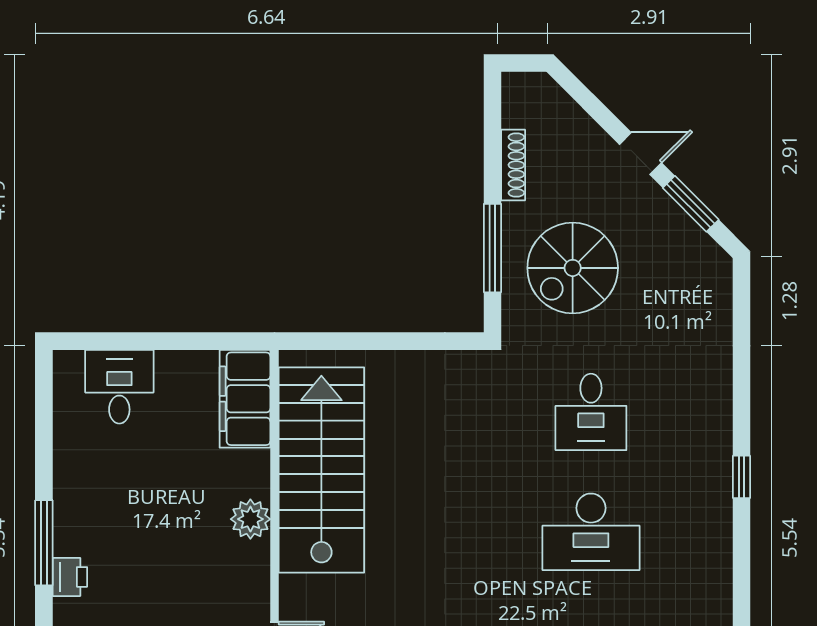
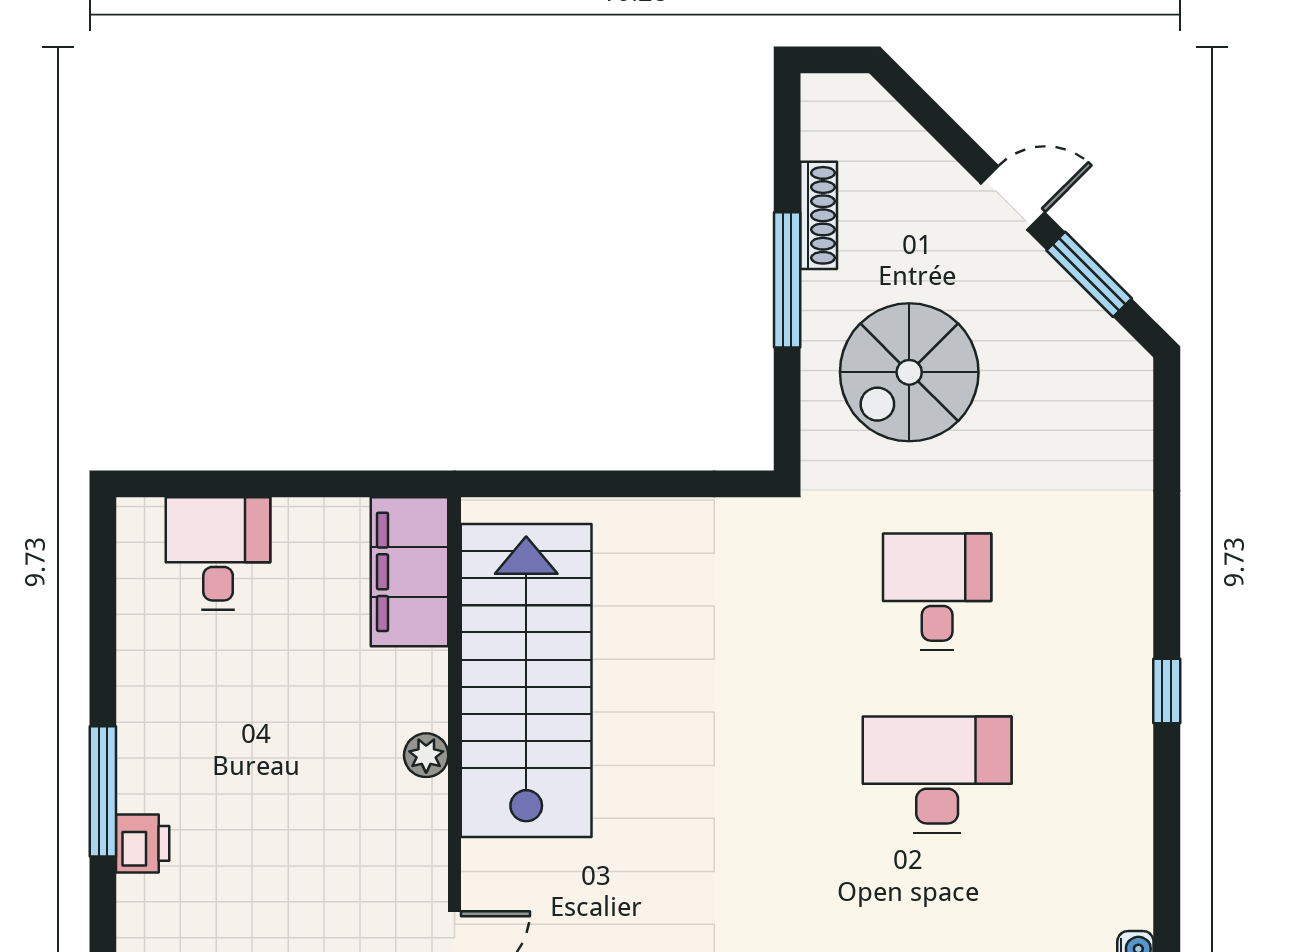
window: (493, 248) -> (787, 280), moved
desk: (591, 412) -> (937, 592), turned 180
plant: (250, 519) -> (426, 755), width x0.73, depth x0.73
desk: (591, 532) -> (937, 775), turned 180

